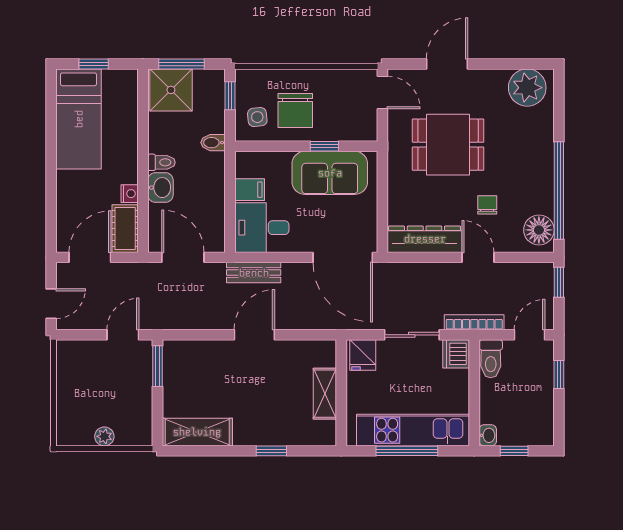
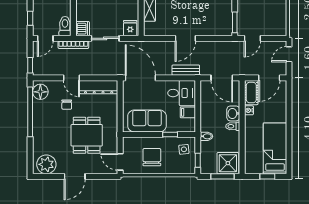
door: (447, 64) -> (75, 176), moved
chair: (295, 110) -> (152, 157), moved
dining table: (448, 145) -> (87, 135), turned 90
window: (324, 146) -> (170, 135), moved

